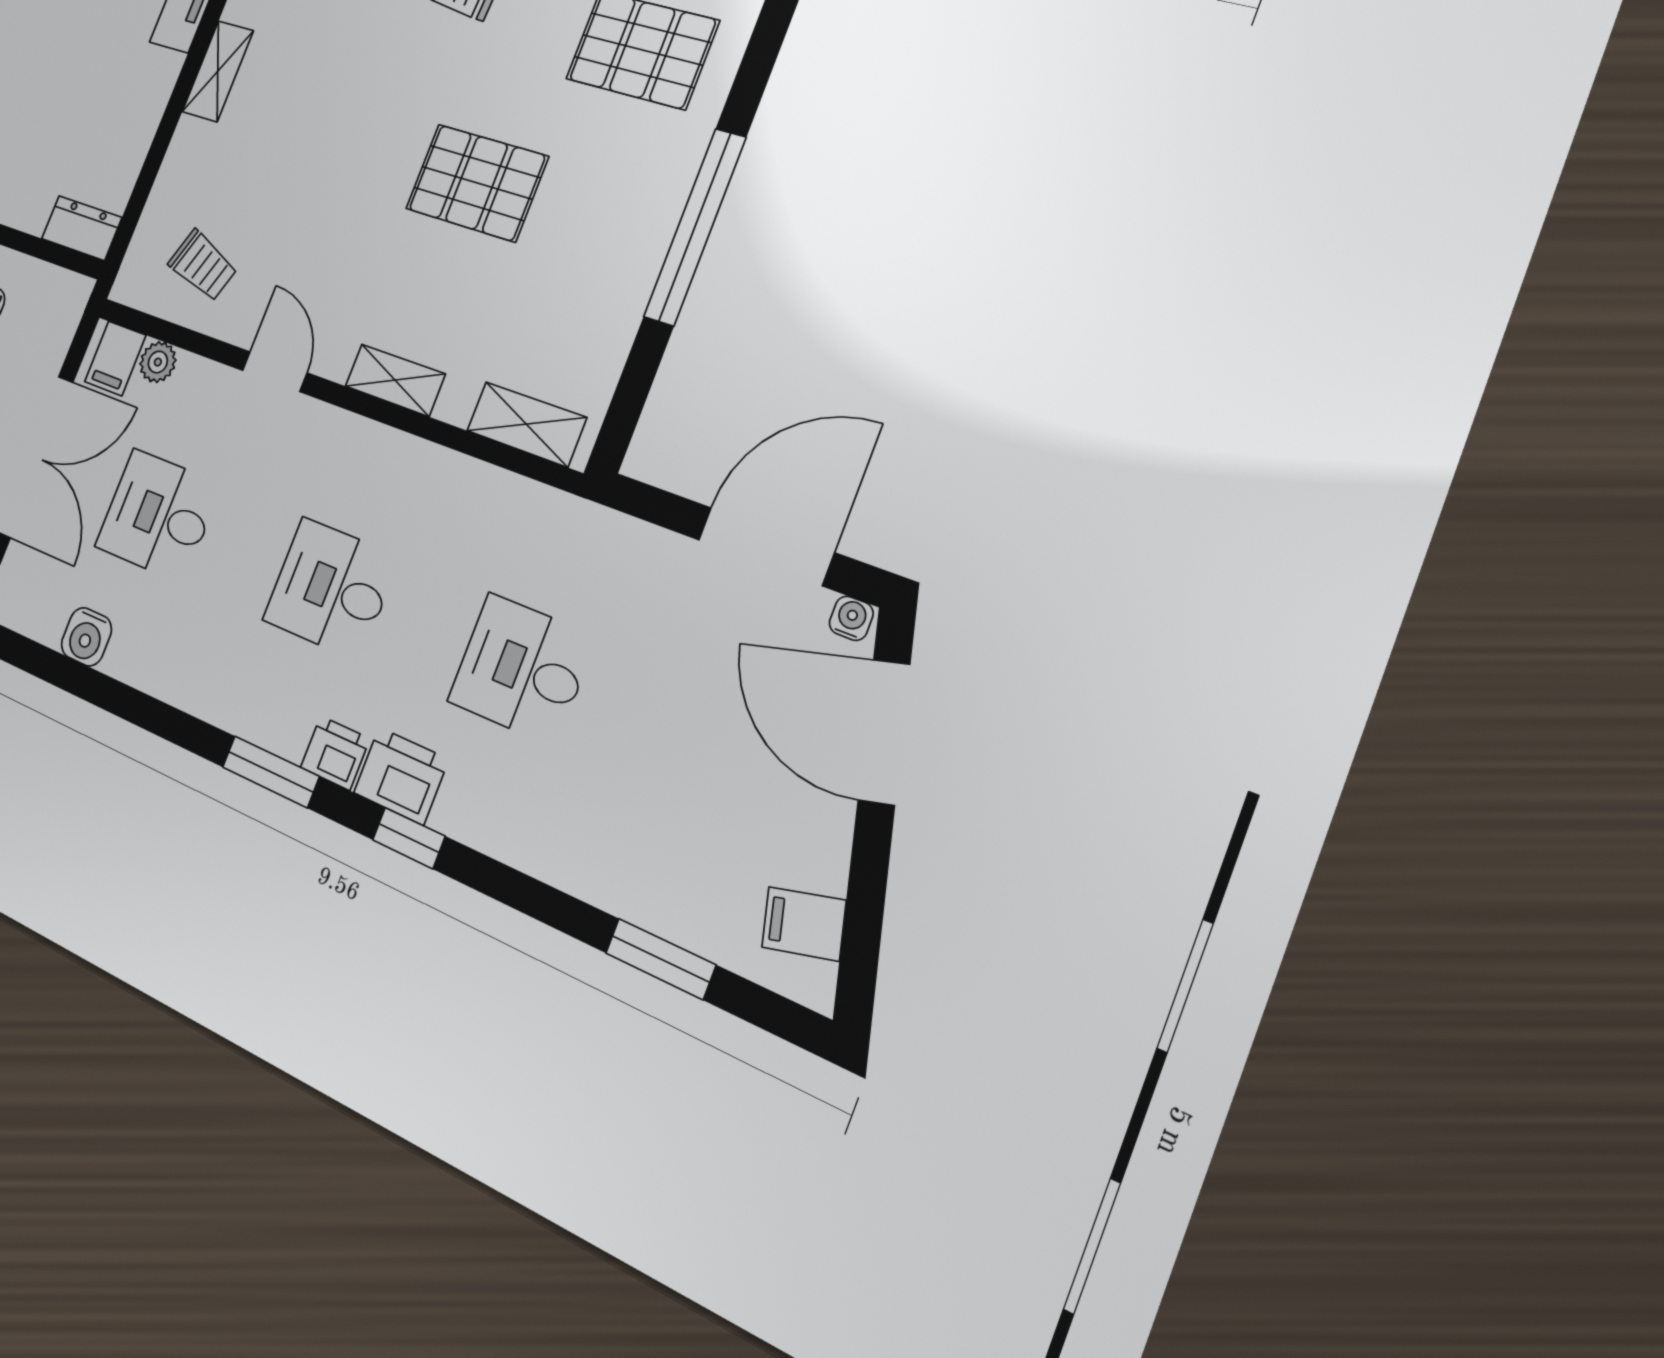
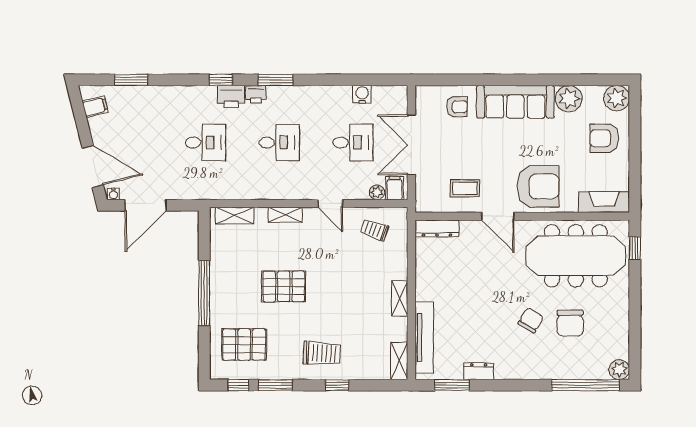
dresser: (82, 228) -> (437, 228), width x1.44

